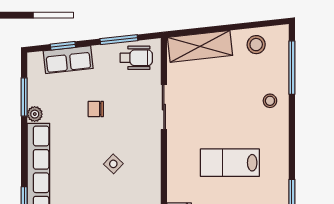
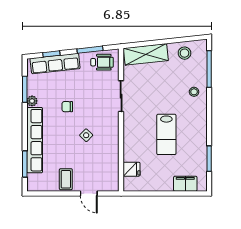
row of seats: (68, 60) -> (55, 63), width x1.48
chair: (96, 109) -> (67, 107), moved
lab bench: (230, 163) -> (166, 134), turned -90

